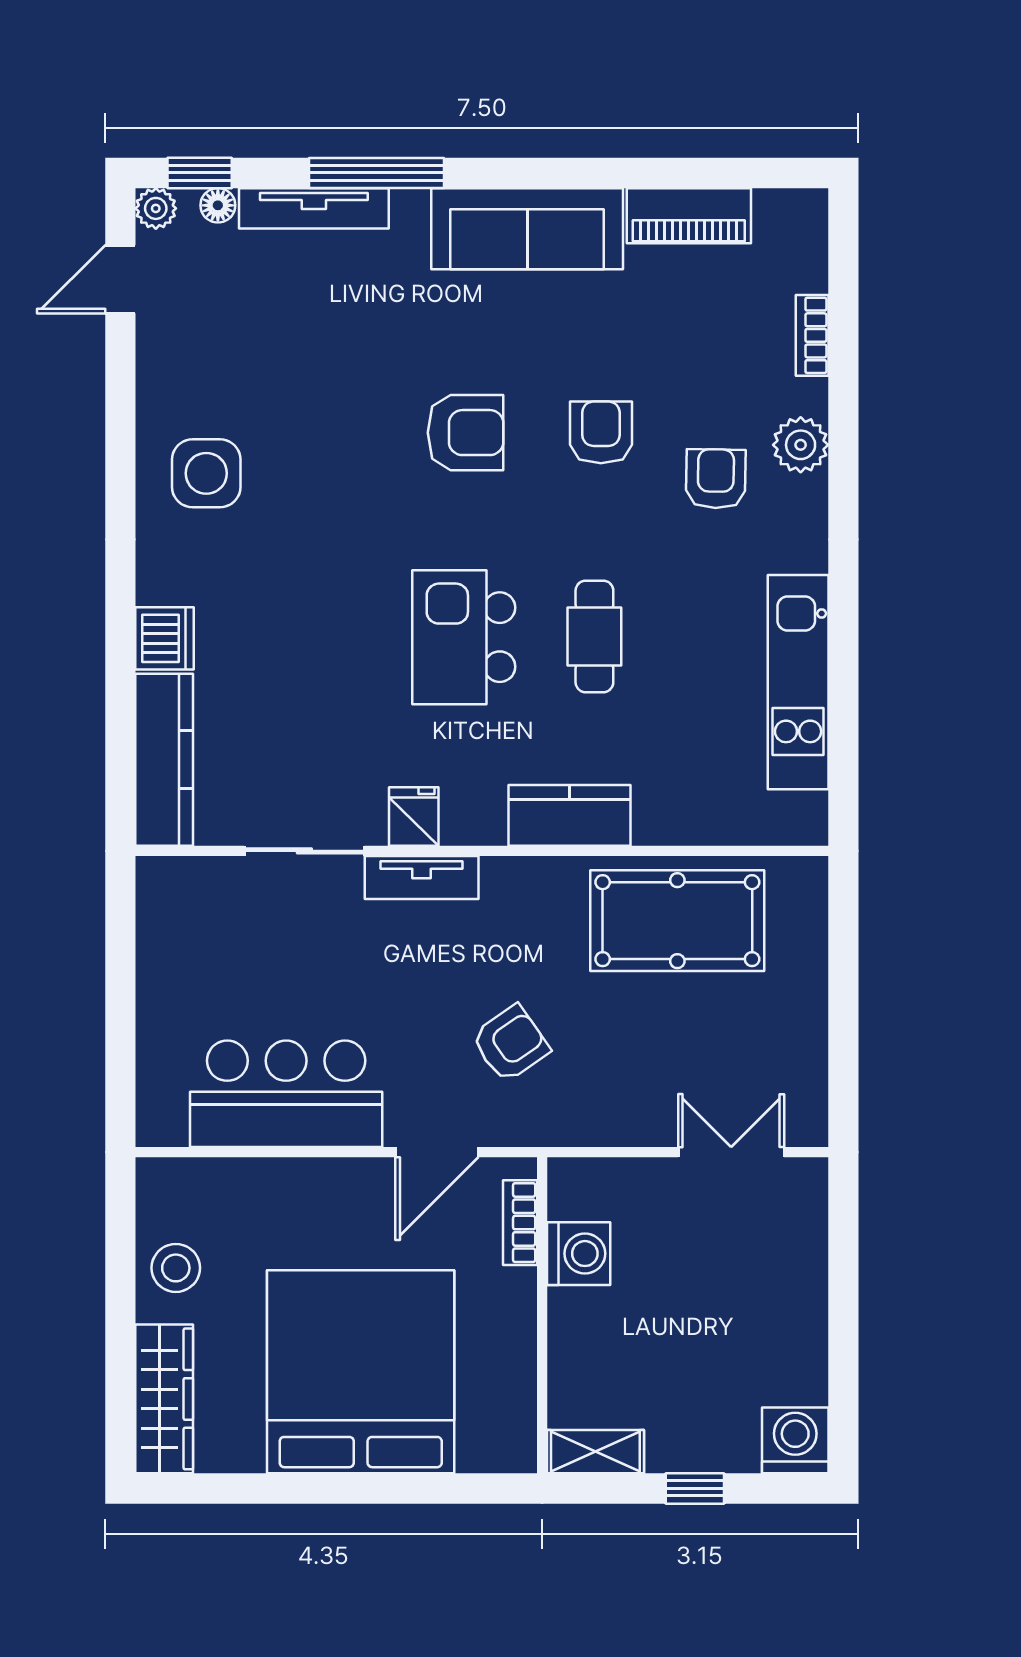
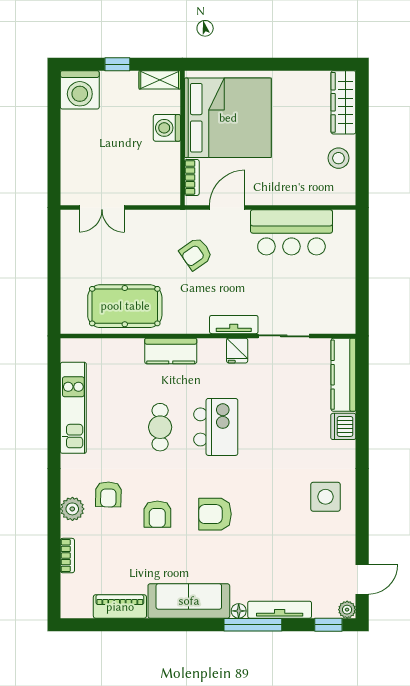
floor lamp: (218, 205) -> (239, 611), moved
washing machine: (579, 1254) -> (167, 128), moved
bed: (361, 1372) -> (228, 118), moved, turned -90
washing machine: (795, 1440) -> (80, 90), width x1.37, depth x1.37

